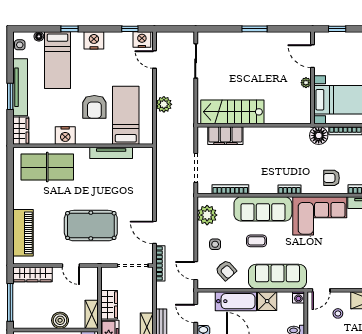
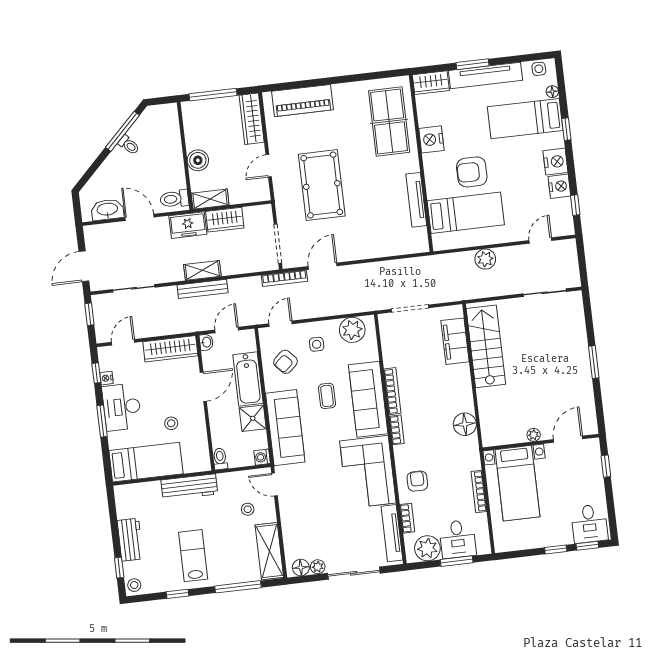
nightstand: (142, 40) -> (559, 186), moved
floor lamp: (319, 136) -> (465, 424), moved
bookcase: (230, 189) -> (392, 391), moved

